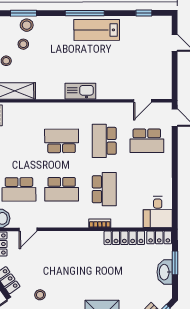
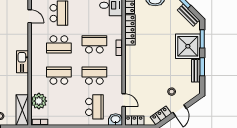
plant: (27, 114) -> (39, 101), added
school desk: (62, 141) -> (59, 76), turned 90
school desk: (62, 189) -> (94, 76), turned -90

